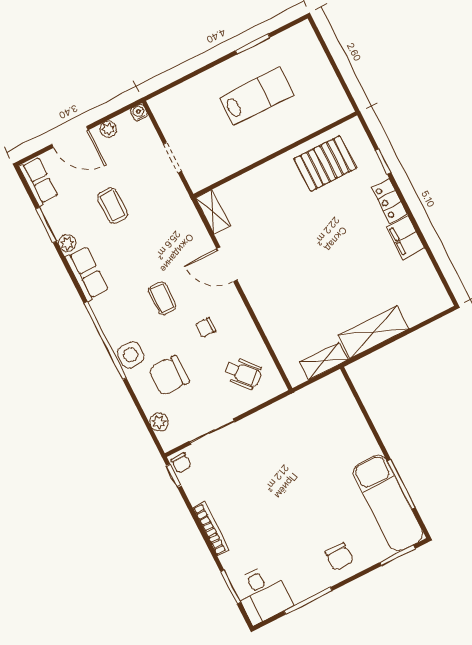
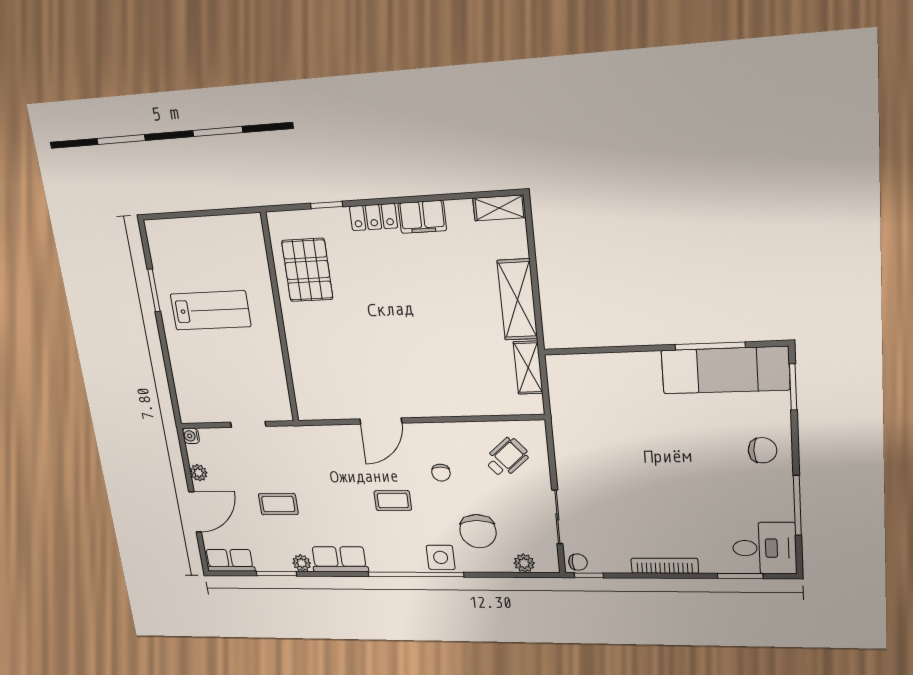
lab bench: (257, 96) -> (211, 310), turned 90
shelving: (213, 212) -> (499, 208), moved

